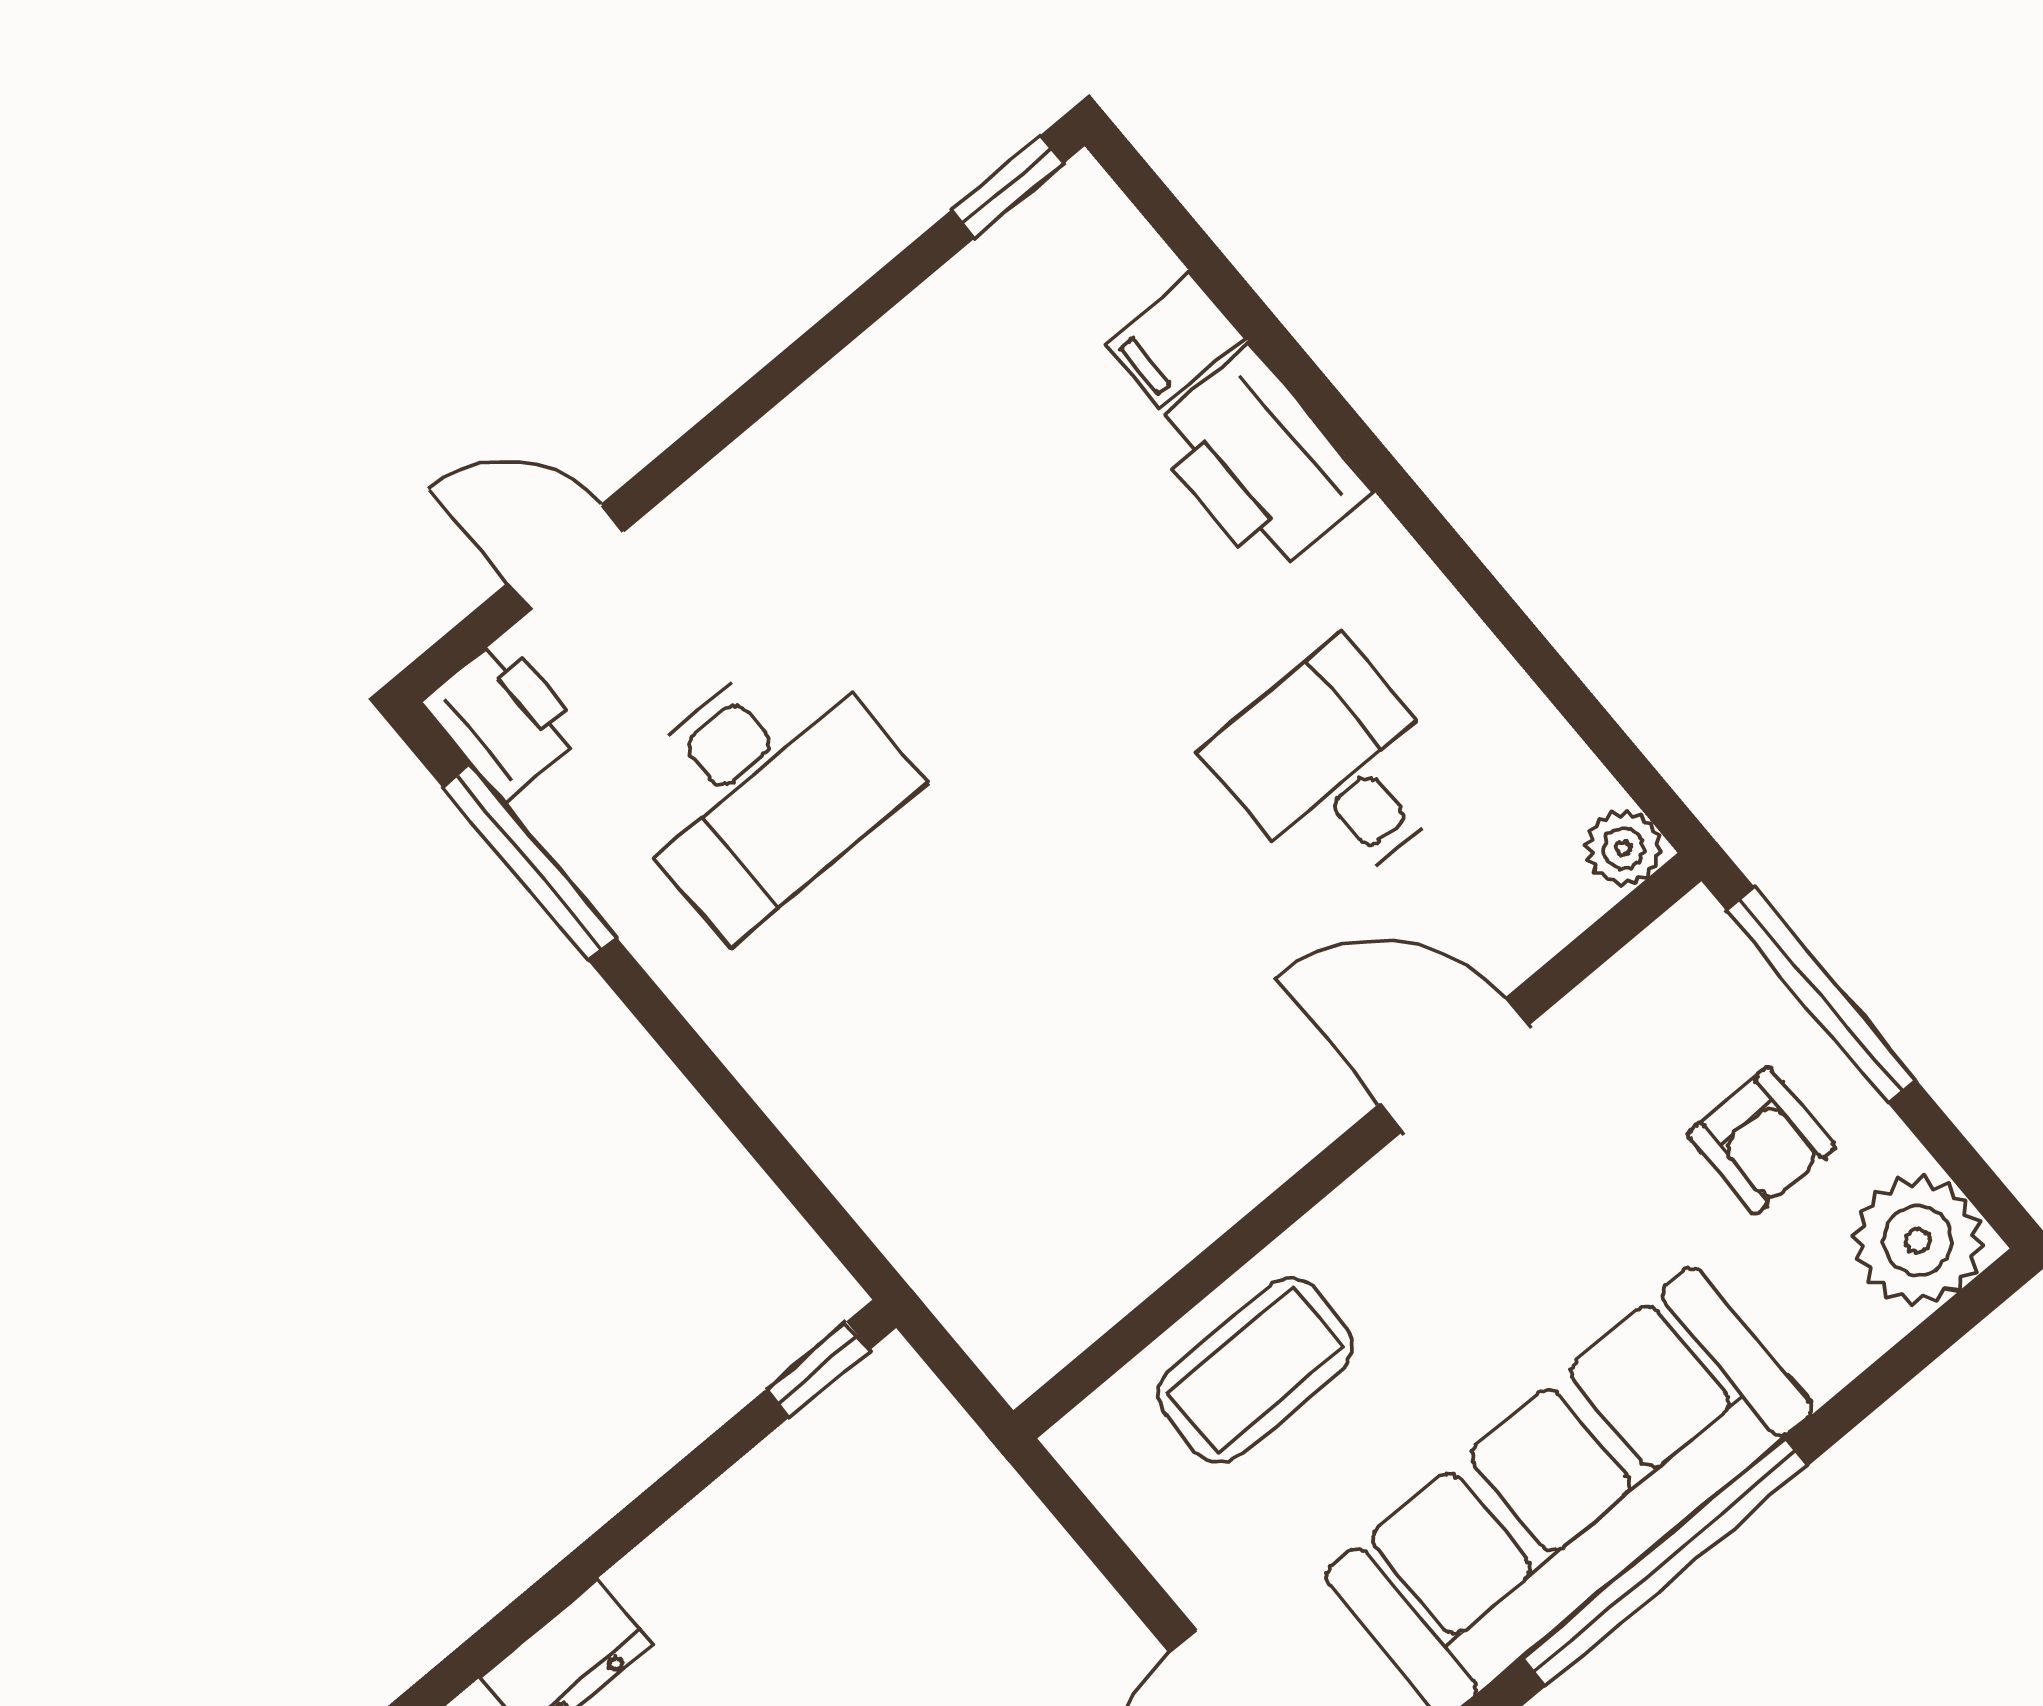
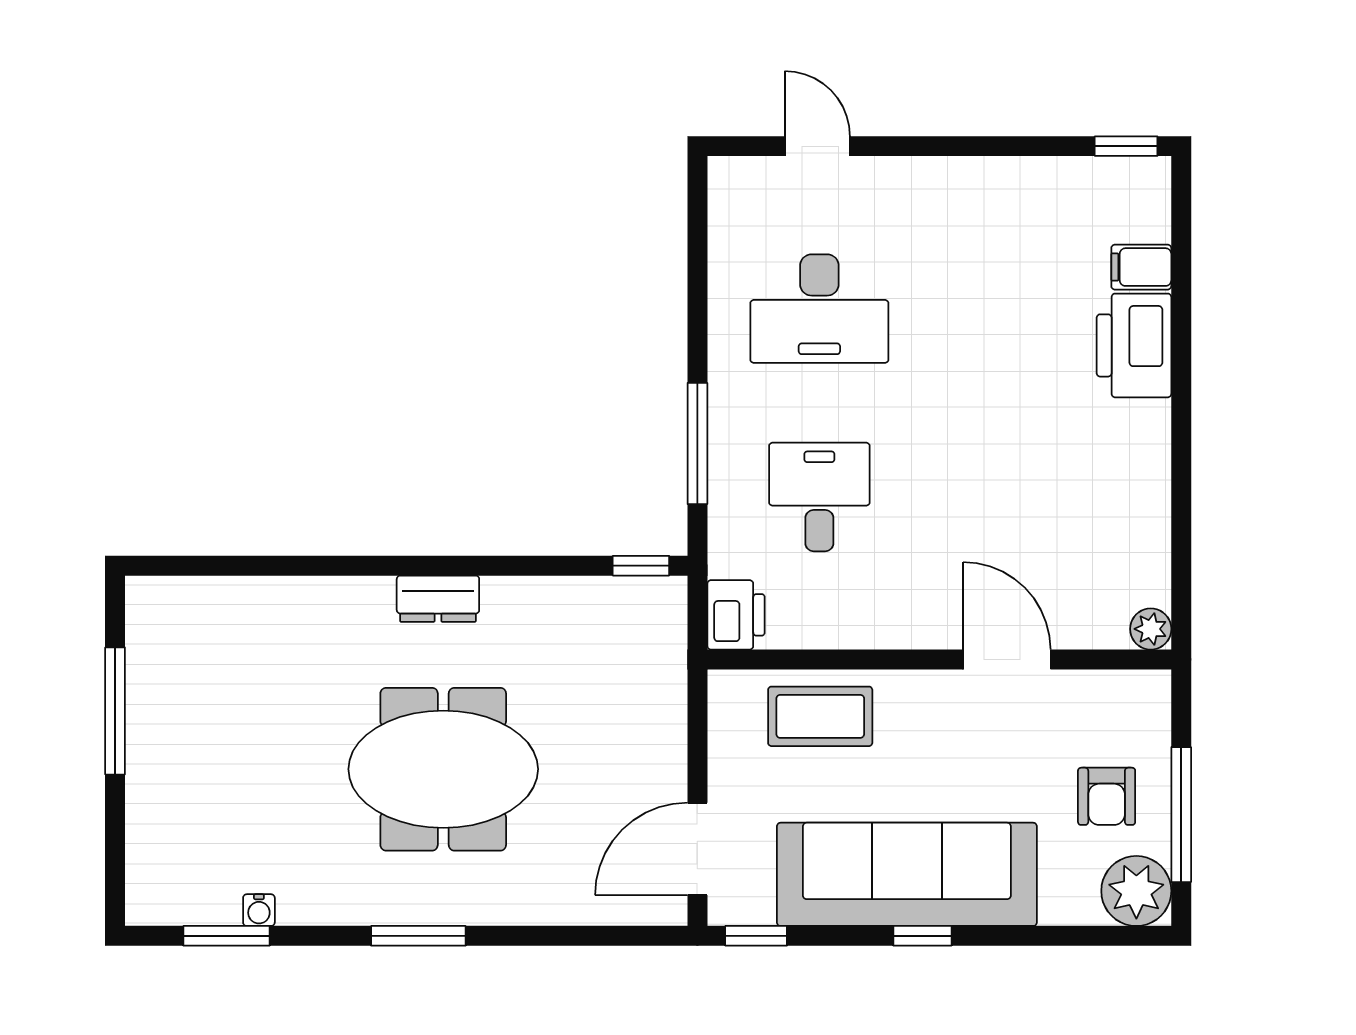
printer: (503, 719) -> (736, 615), moved
desk: (1334, 769) -> (819, 497), moved
window: (530, 862) -> (697, 444), moved
window: (1822, 996) -> (1181, 815), moved
window: (1665, 1562) -> (922, 936), width x0.32

